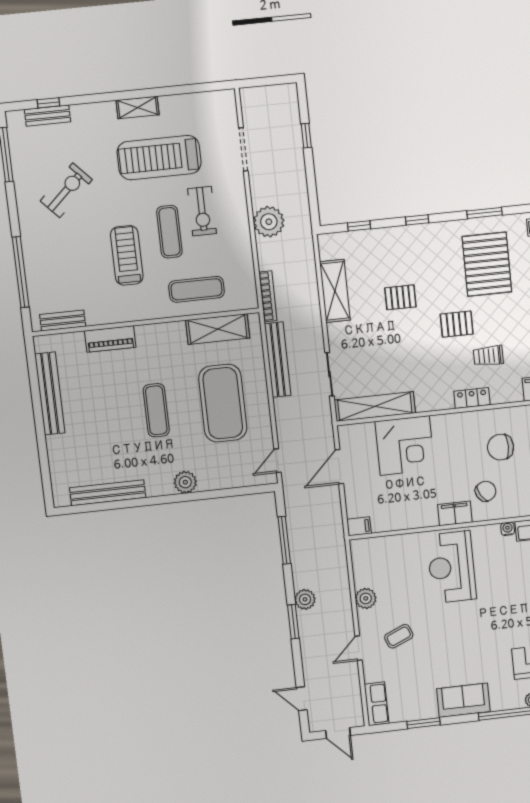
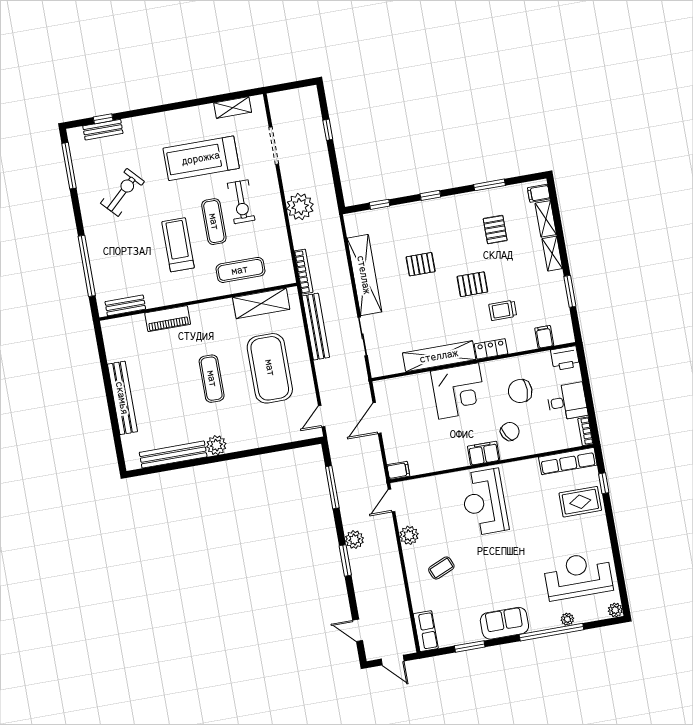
shelving: (138, 107) -> (233, 108), moved
pallet: (487, 264) -> (495, 230), width x0.49, depth x0.50
shelving: (335, 291) -> (364, 275), width x1.47
bench: (50, 393) -> (122, 398), moved
shelving: (375, 407) -> (439, 356), moved
corner desk: (405, 445) -> (459, 391), moved
plant: (185, 482) -> (216, 445), moved
water cooler: (508, 529) -> (532, 464), removed
door: (358, 648) -> (392, 501), moved

